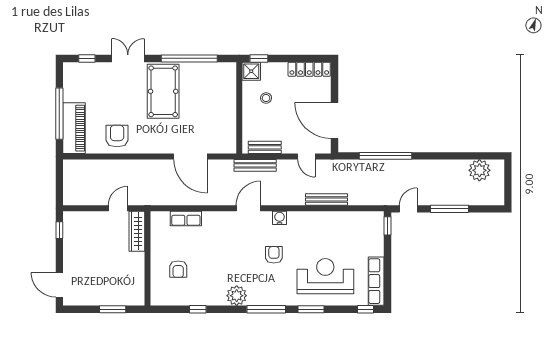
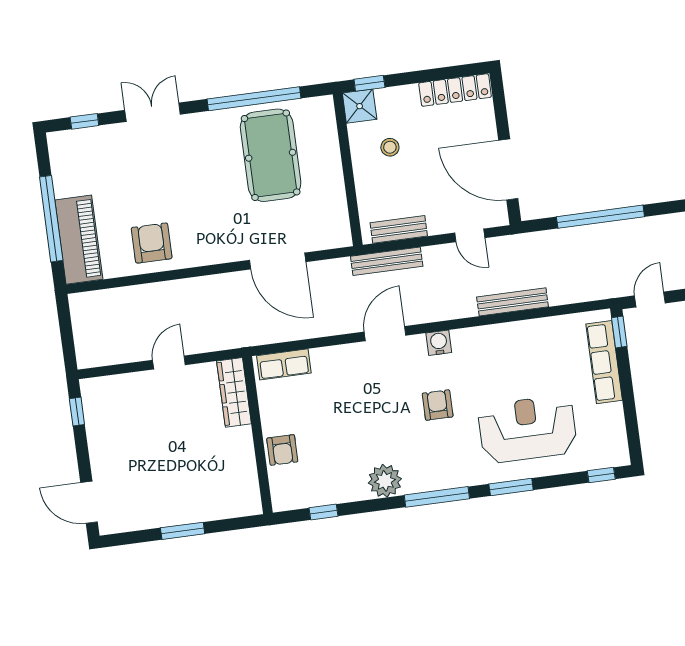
pool table: (163, 91) -> (271, 155), moved
wardrobe: (137, 231) -> (234, 392), moved
wall: (148, 258) -> (258, 435), moved
row of seats: (376, 281) -> (604, 362), moved

